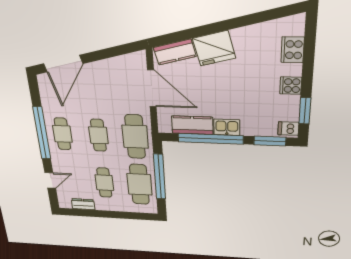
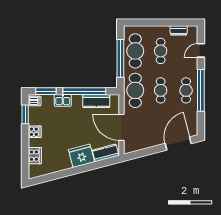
kitchen sink: (227, 127) -> (63, 100), moved

